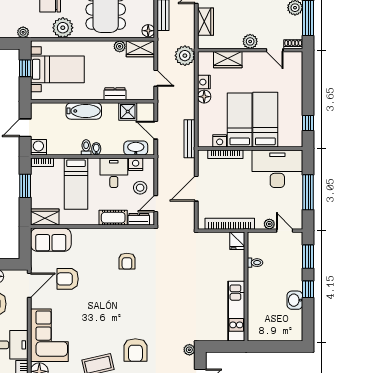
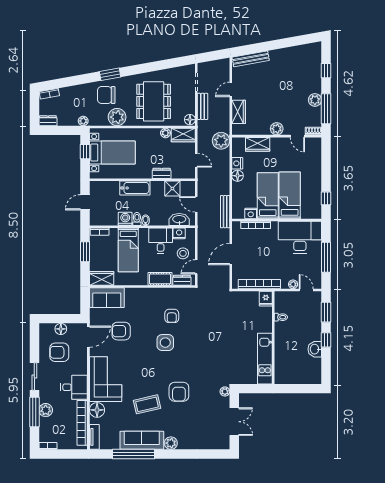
washing machine: (38, 147) -> (125, 219), moved
side table: (119, 292) -> (165, 343), added

